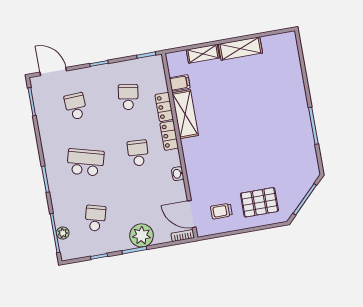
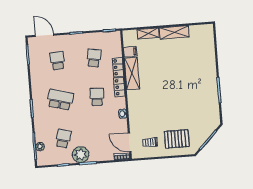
plant: (141, 235) -> (81, 155), moved

